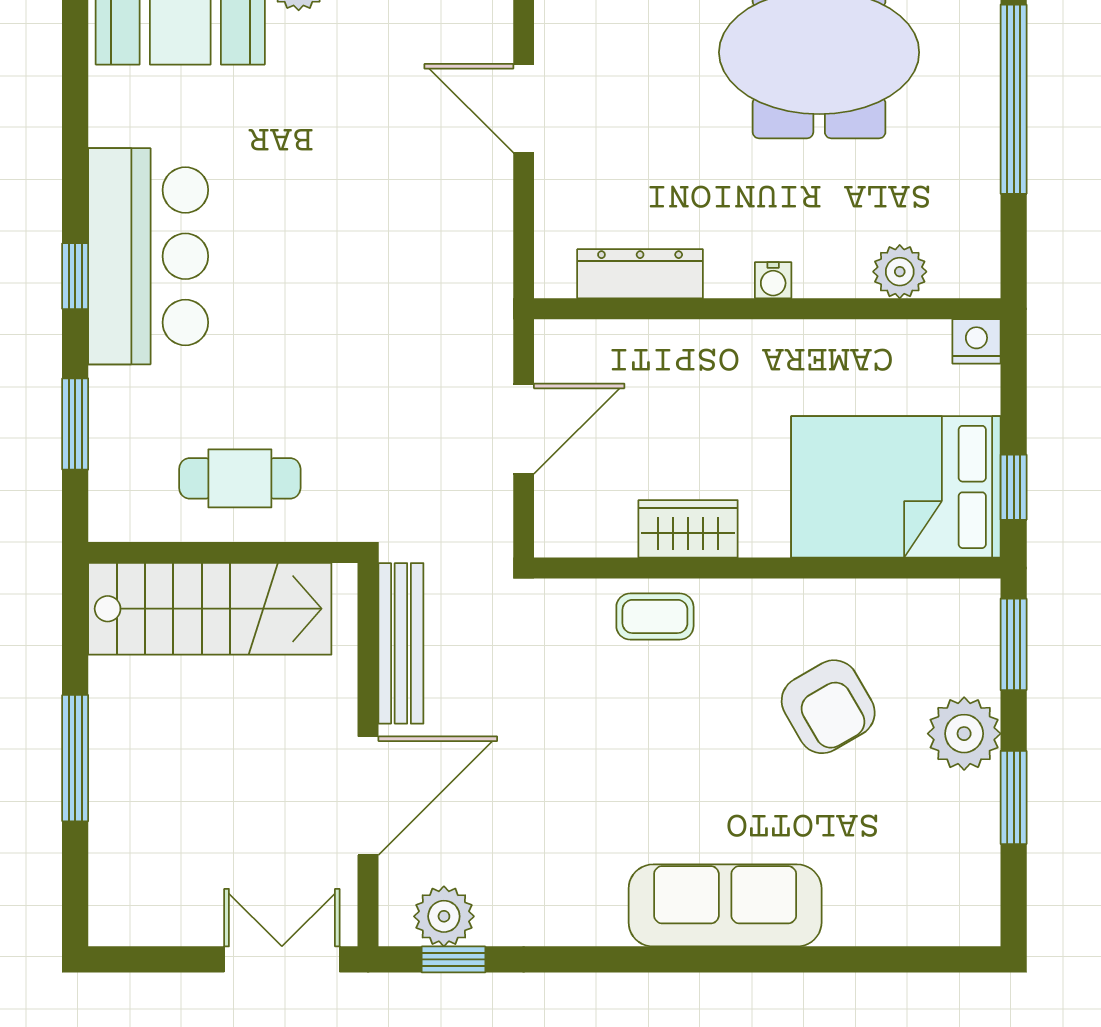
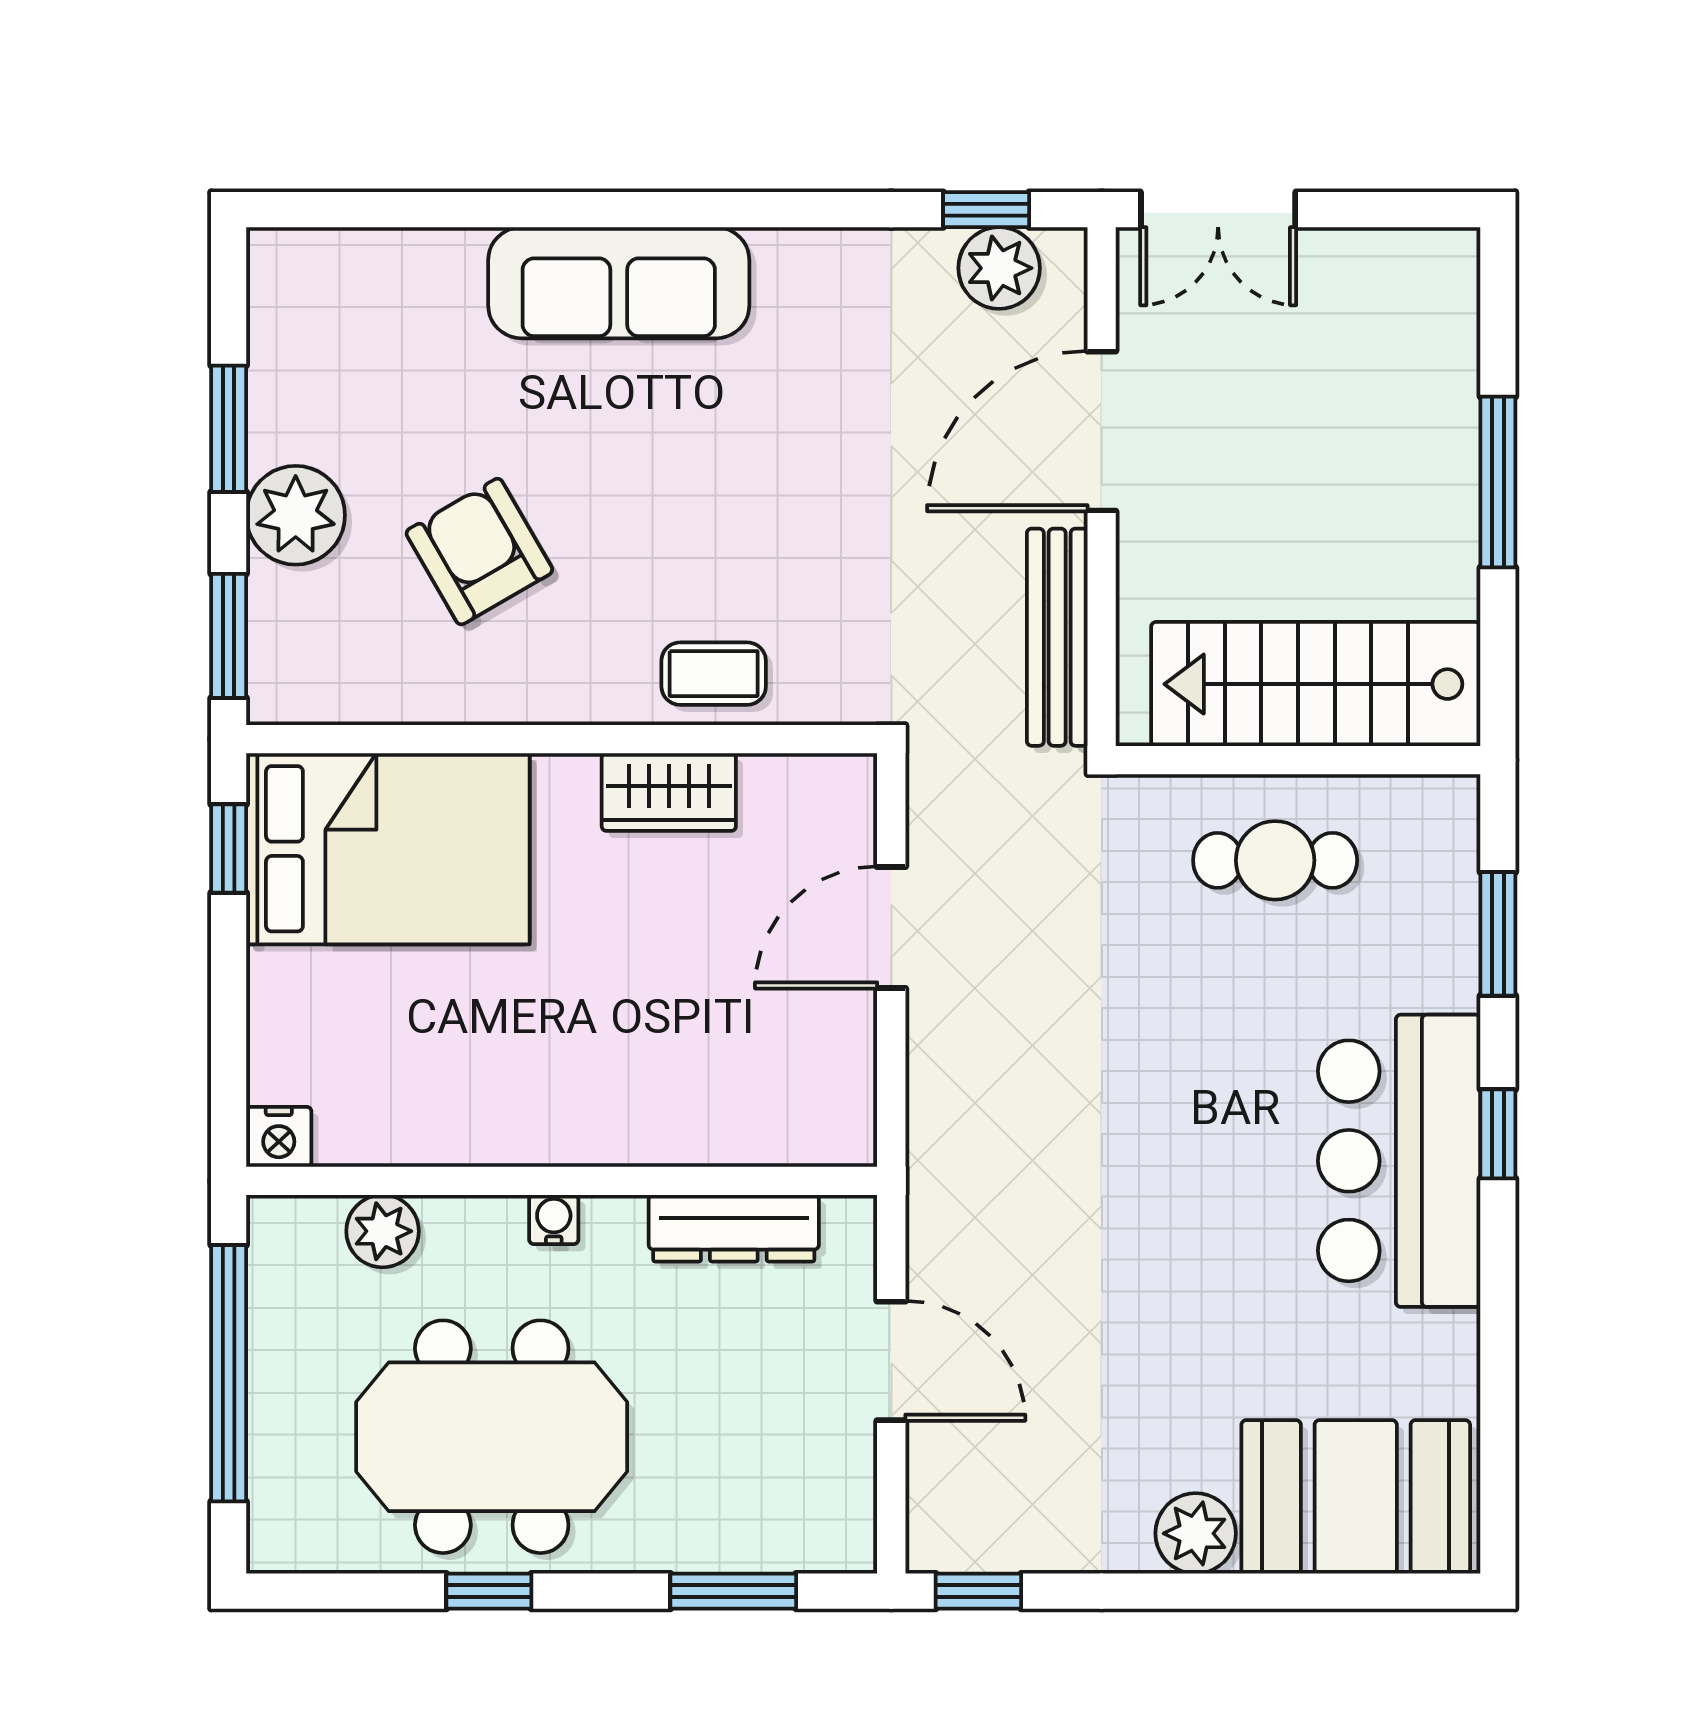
plant: (900, 272) -> (383, 1231), moved
dresser: (640, 274) -> (734, 1228), moved
water cooler: (773, 280) -> (554, 1220), moved
wall: (767, 309) -> (562, 1181), moved
nightstand: (976, 341) -> (279, 1137), moved

